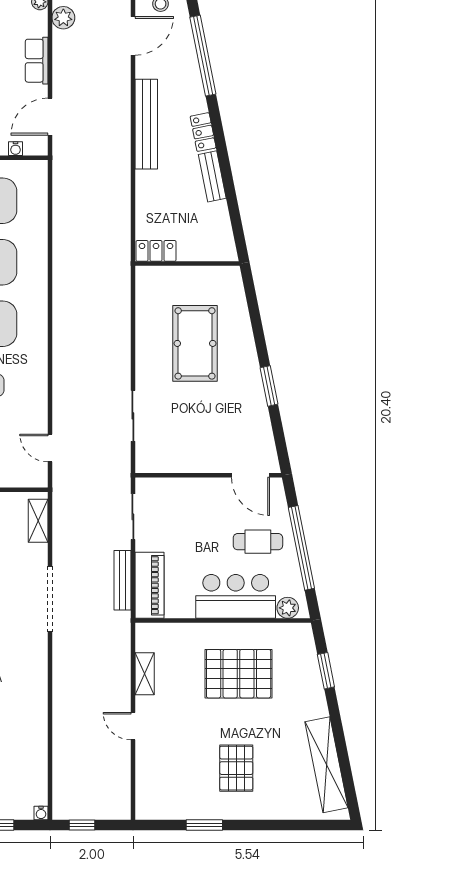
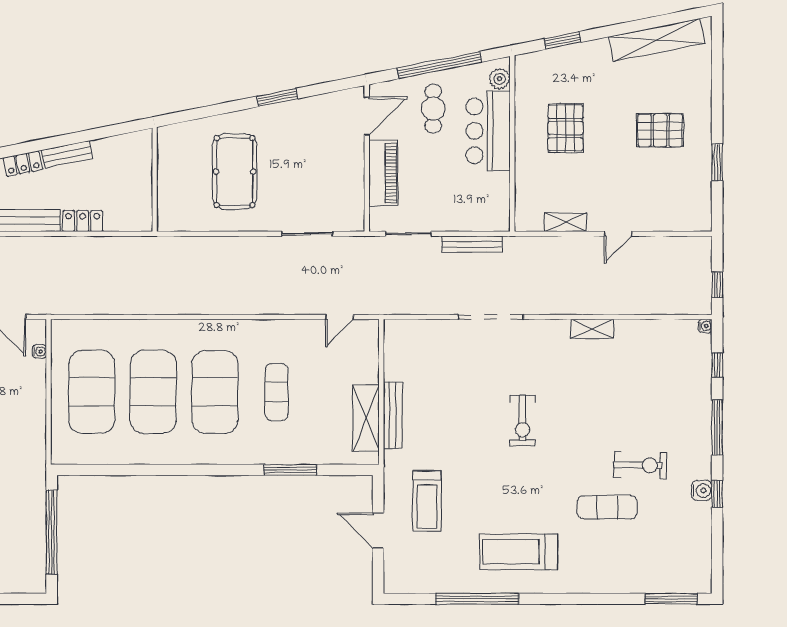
locker: (156, 251) -> (83, 221), moved, turned 90
pool table: (195, 343) -> (235, 172), turned 90
shelving: (38, 521) -> (592, 329), moved
piano: (149, 585) -> (383, 173), moved, turned 90
pallet: (239, 674) -> (566, 128), width x0.73, depth x0.71

